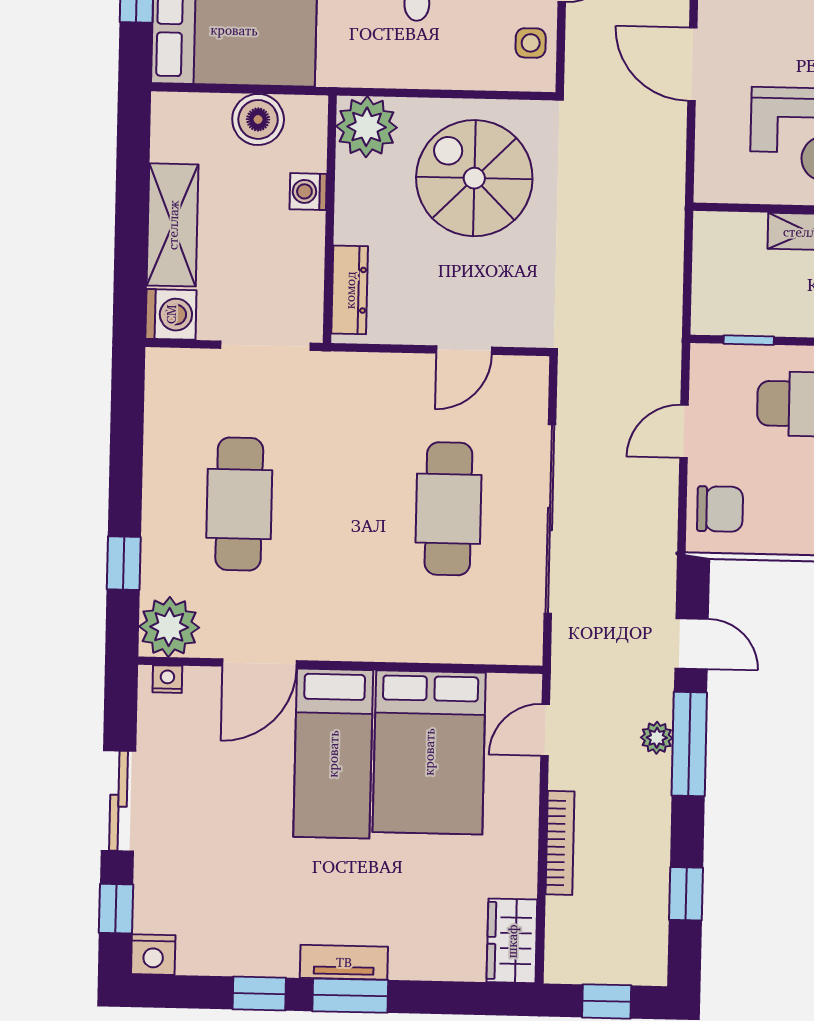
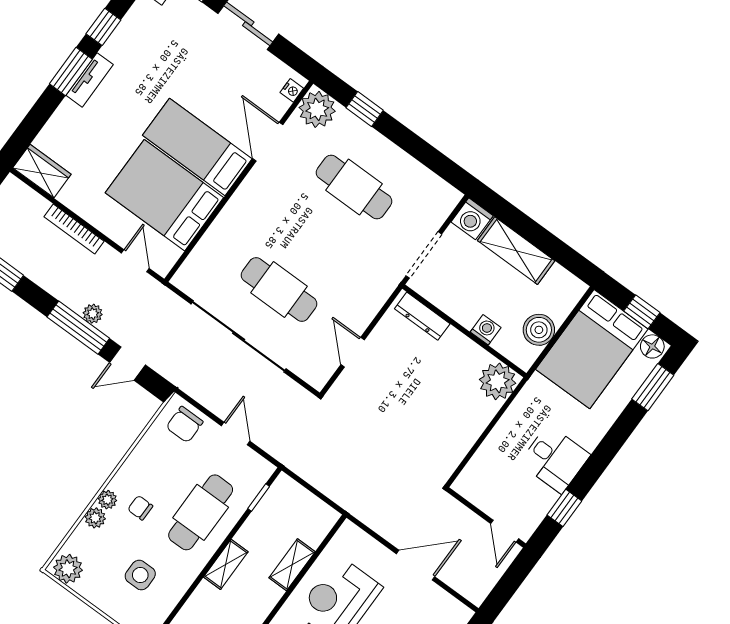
side table: (531, 43) -> (482, 492), removed
spiral stairs: (474, 178) -> (435, 417), removed

